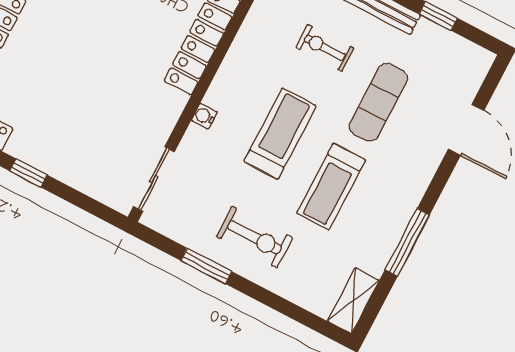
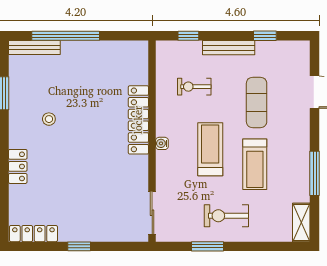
exercise bike: (325, 48) -> (194, 87), moved
water cooler: (204, 116) -> (162, 143), moved
exercise bike: (254, 237) -> (226, 216), turned 180

